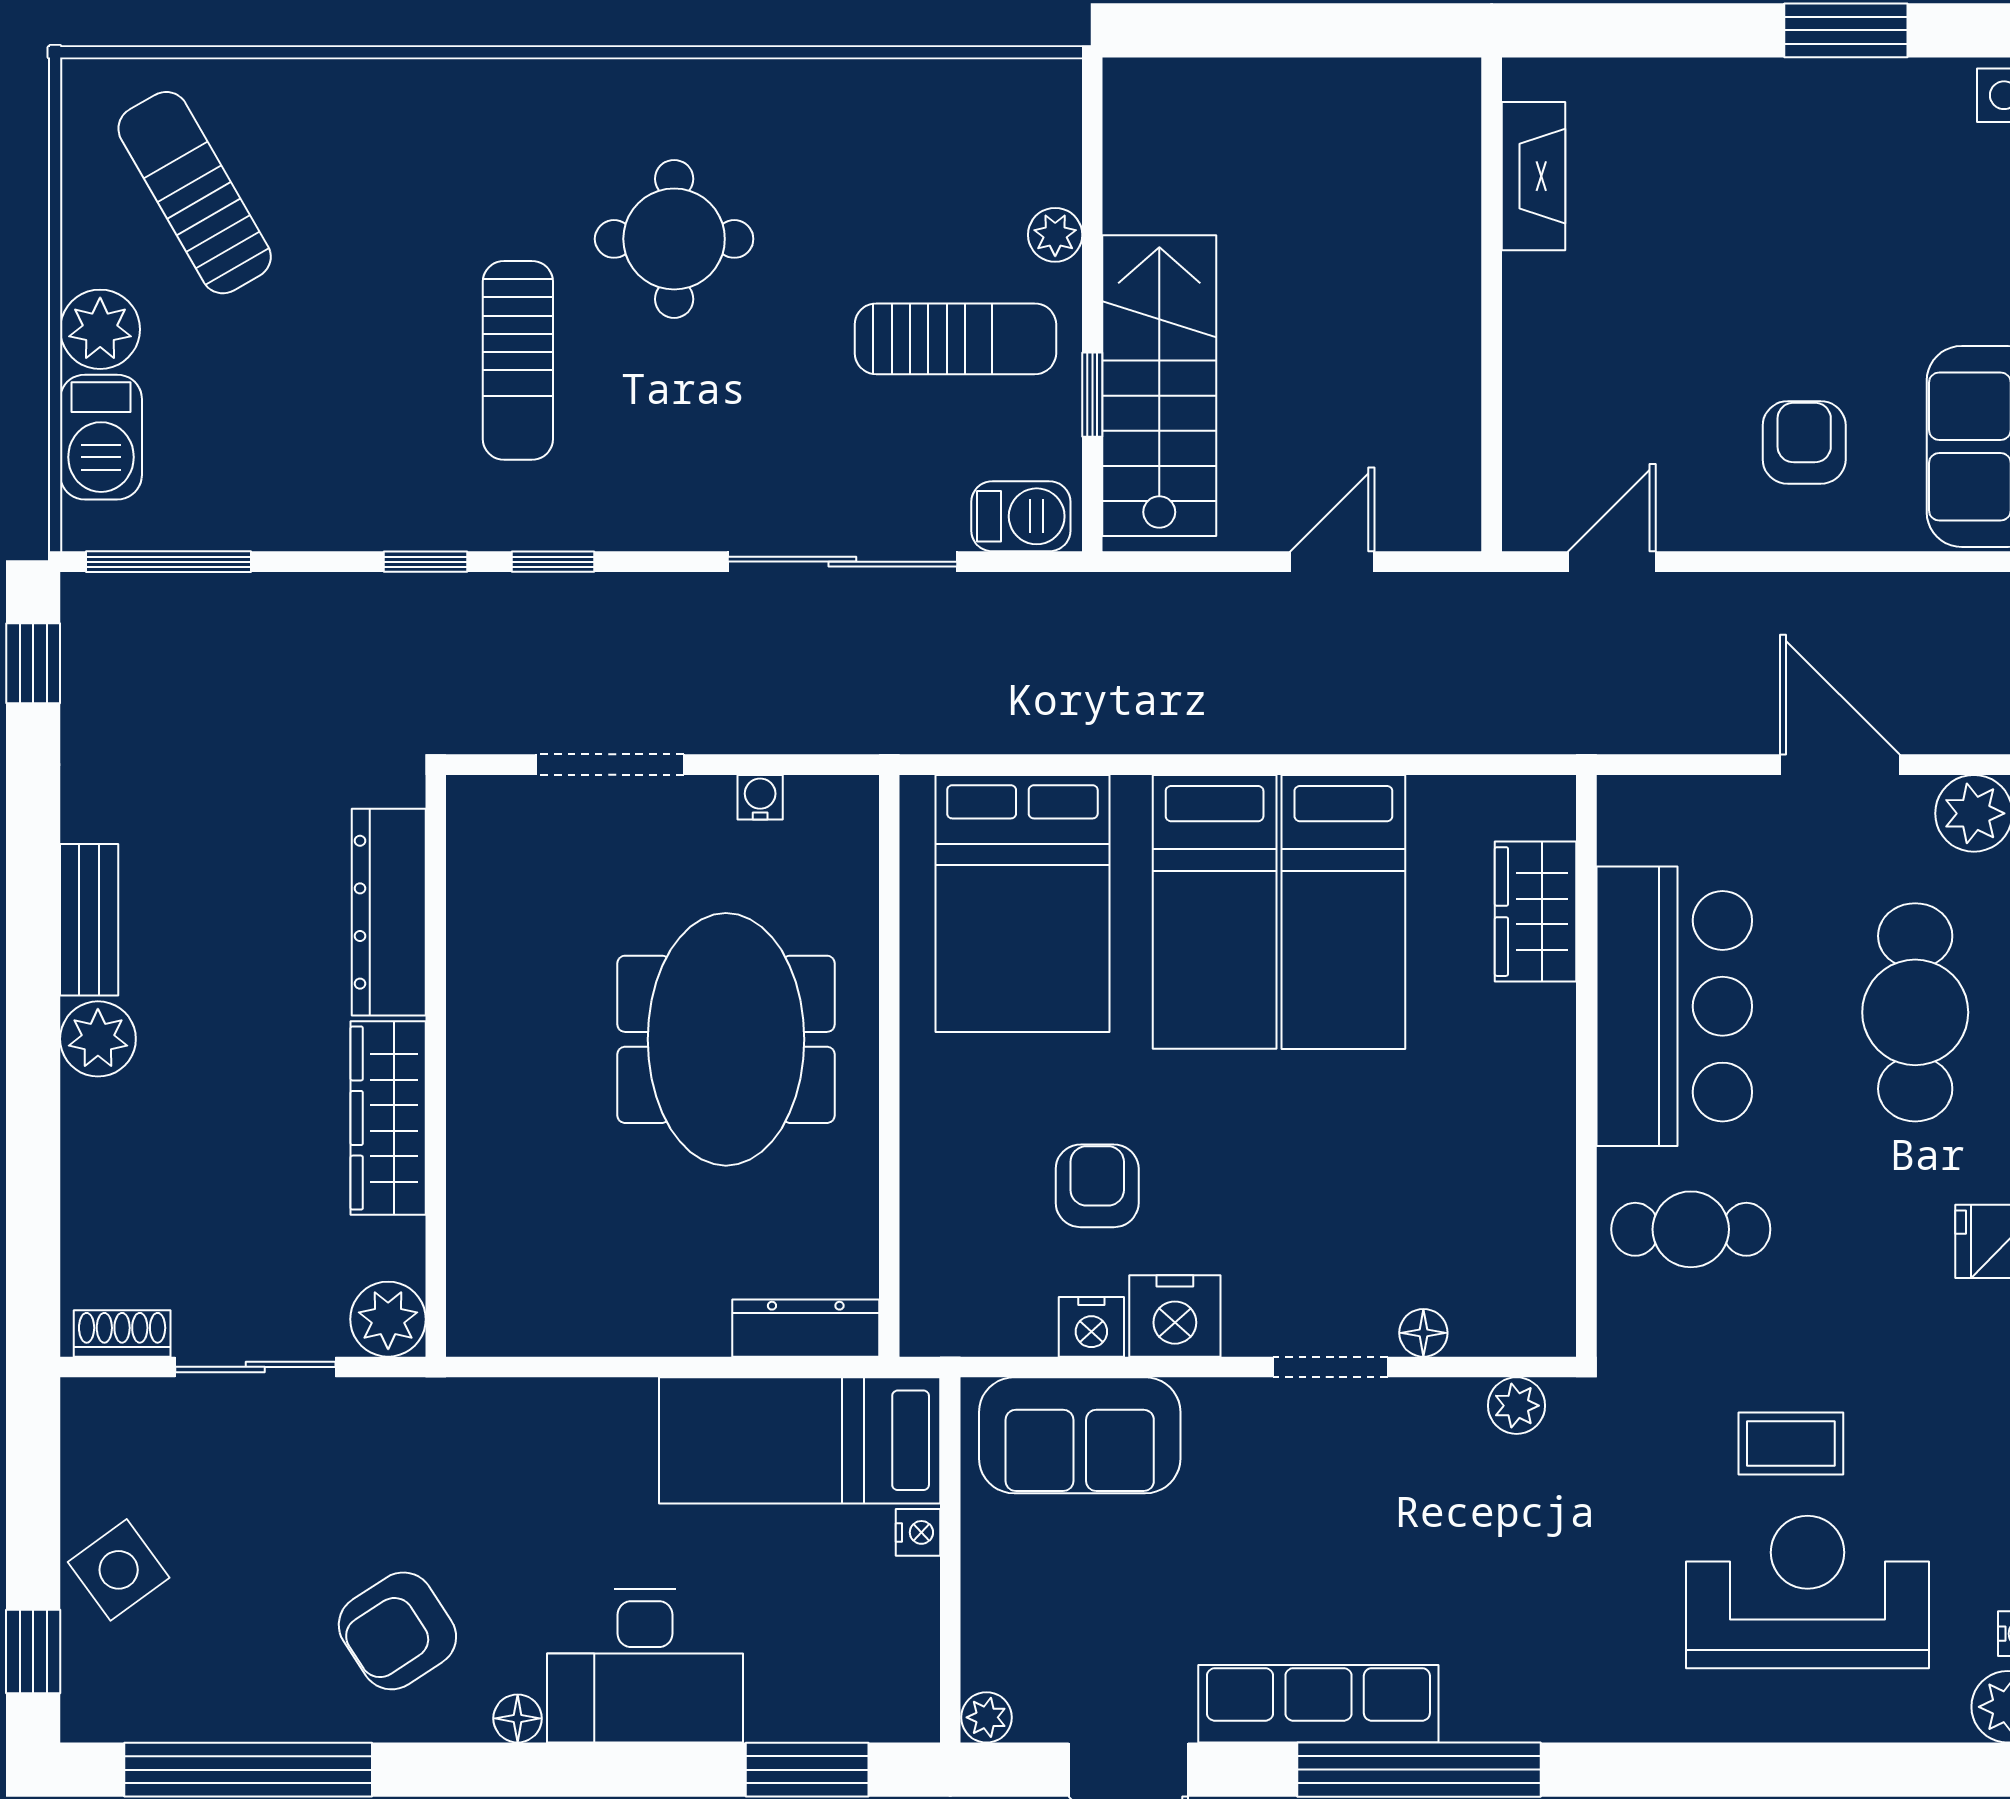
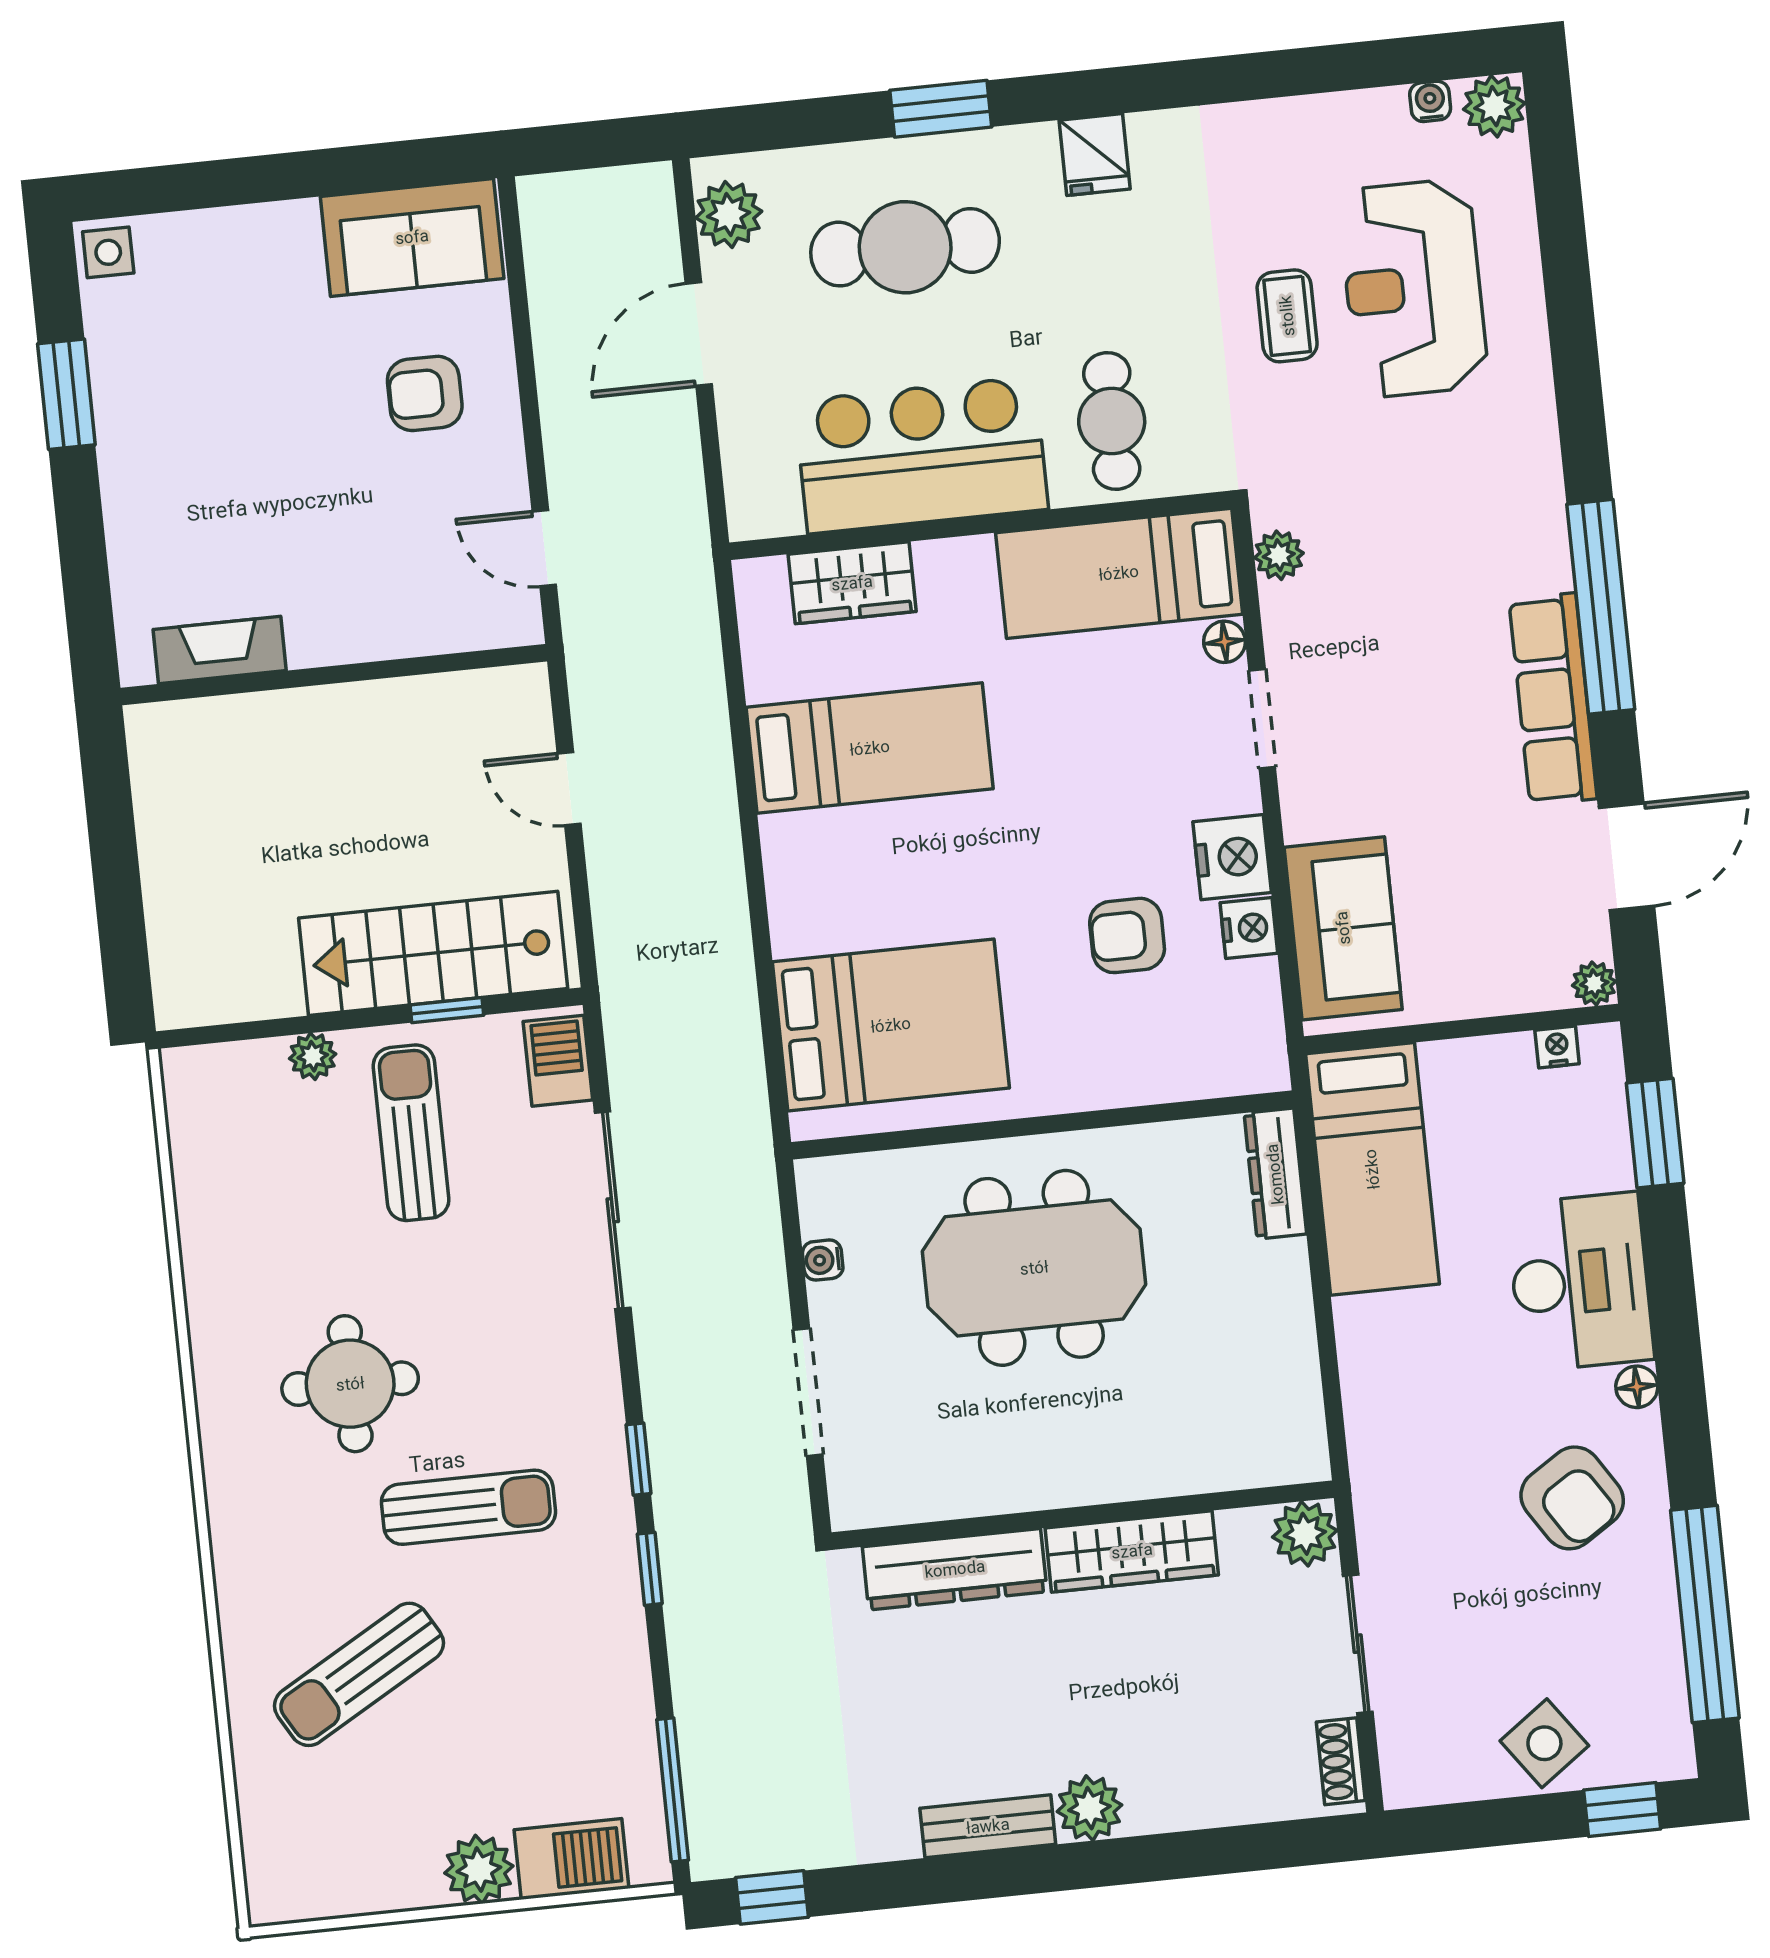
sun lounger: (195, 193) -> (359, 1674), moved
bed: (1215, 912) -> (1119, 573), moved, turned 180
nightstand: (918, 1532) -> (1557, 1047), moved

